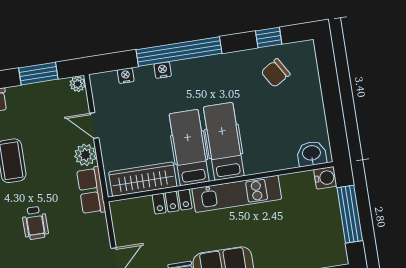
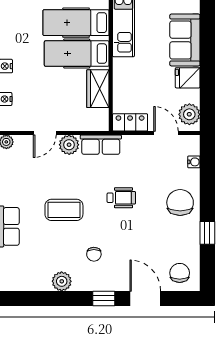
wardrobe: (143, 179) -> (98, 89), width x0.67
locker: (172, 202) -> (130, 122), moved, turned -90

